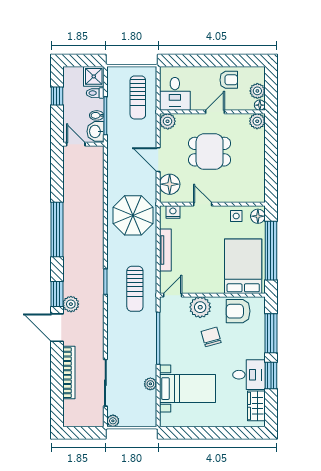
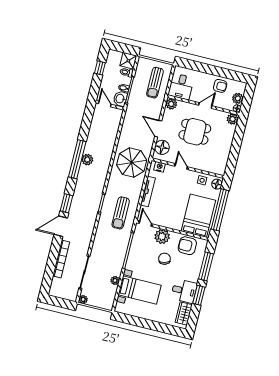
door: (173, 295) -> (145, 224), hinge flipped
plant: (71, 304) -> (87, 160), moved
door: (57, 328) -> (61, 226), hinge flipped

